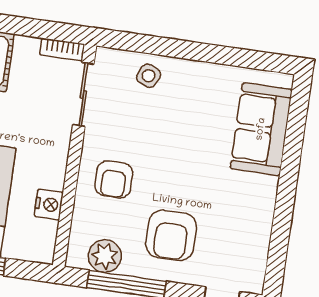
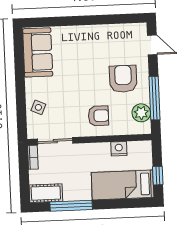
sofa: (261, 129) -> (38, 52), moved, turned -90
armchair: (171, 235) -> (123, 79), turned -90

